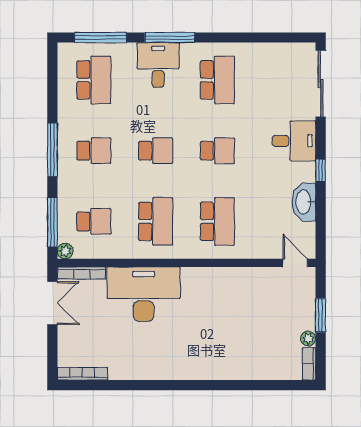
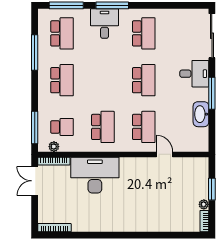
window: (52, 150) -> (35, 53), moved
school desk: (94, 151) -> (62, 80), width x1.85
school desk: (156, 151) -> (103, 80), removed
school desk: (217, 151) -> (144, 80), width x1.85
window: (321, 170) -> (212, 93), width x2.17
plant: (65, 251) -> (54, 147), moved
door: (295, 263) -> (165, 154), moved
double door: (52, 303) -> (35, 181), swing flipped

